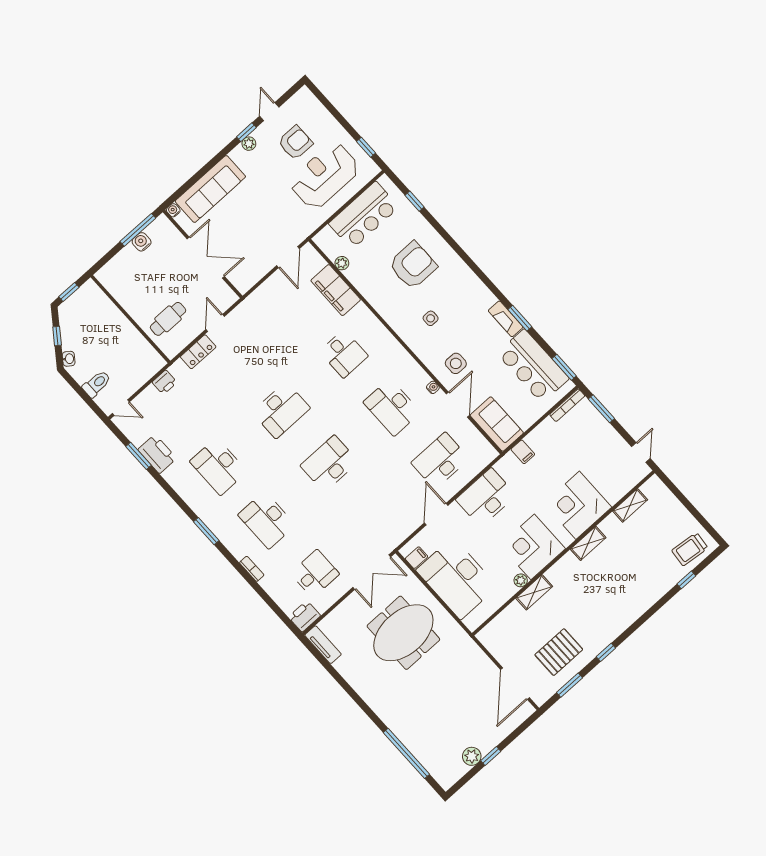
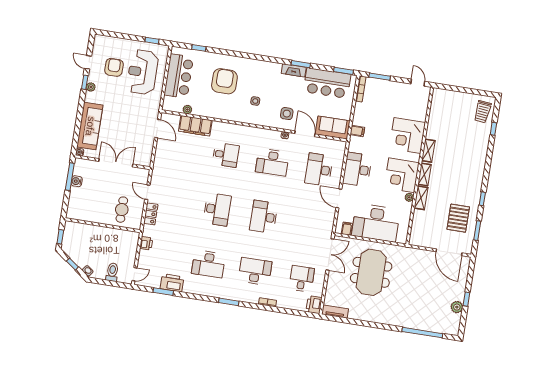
shelving: (630, 505) -> (424, 174), moved
desk: (267, 520) -> (255, 271), turned 180

